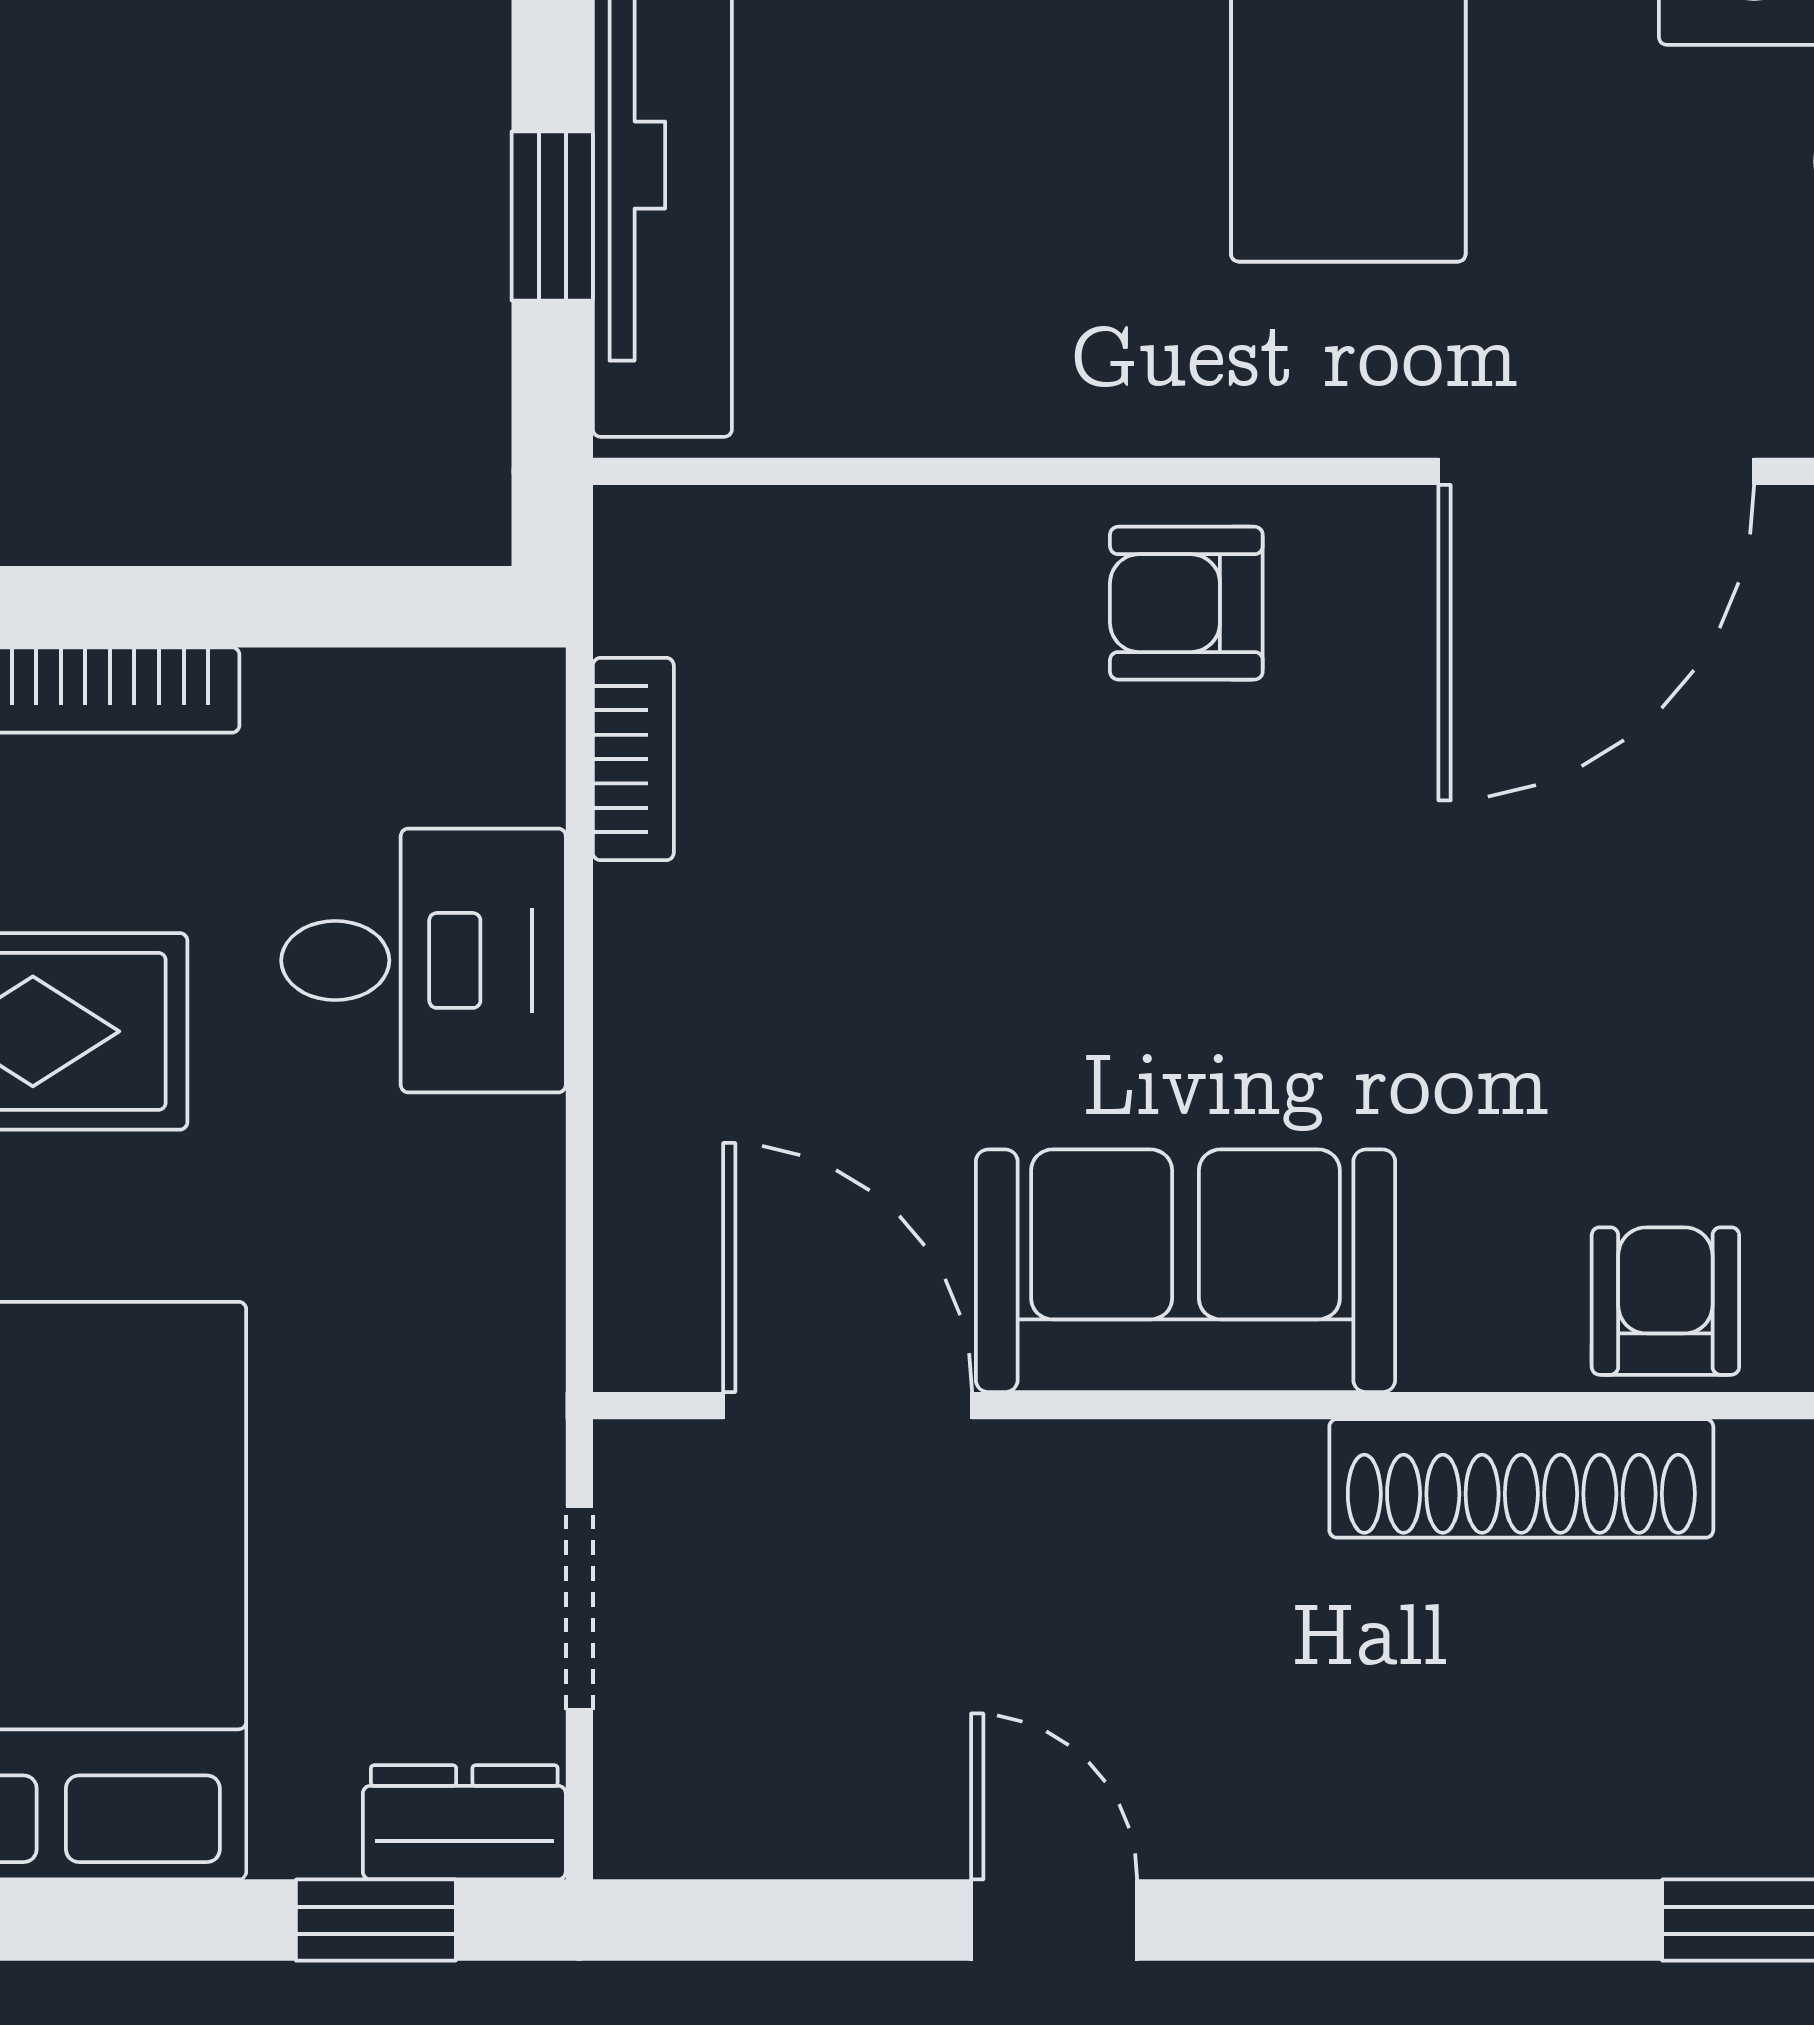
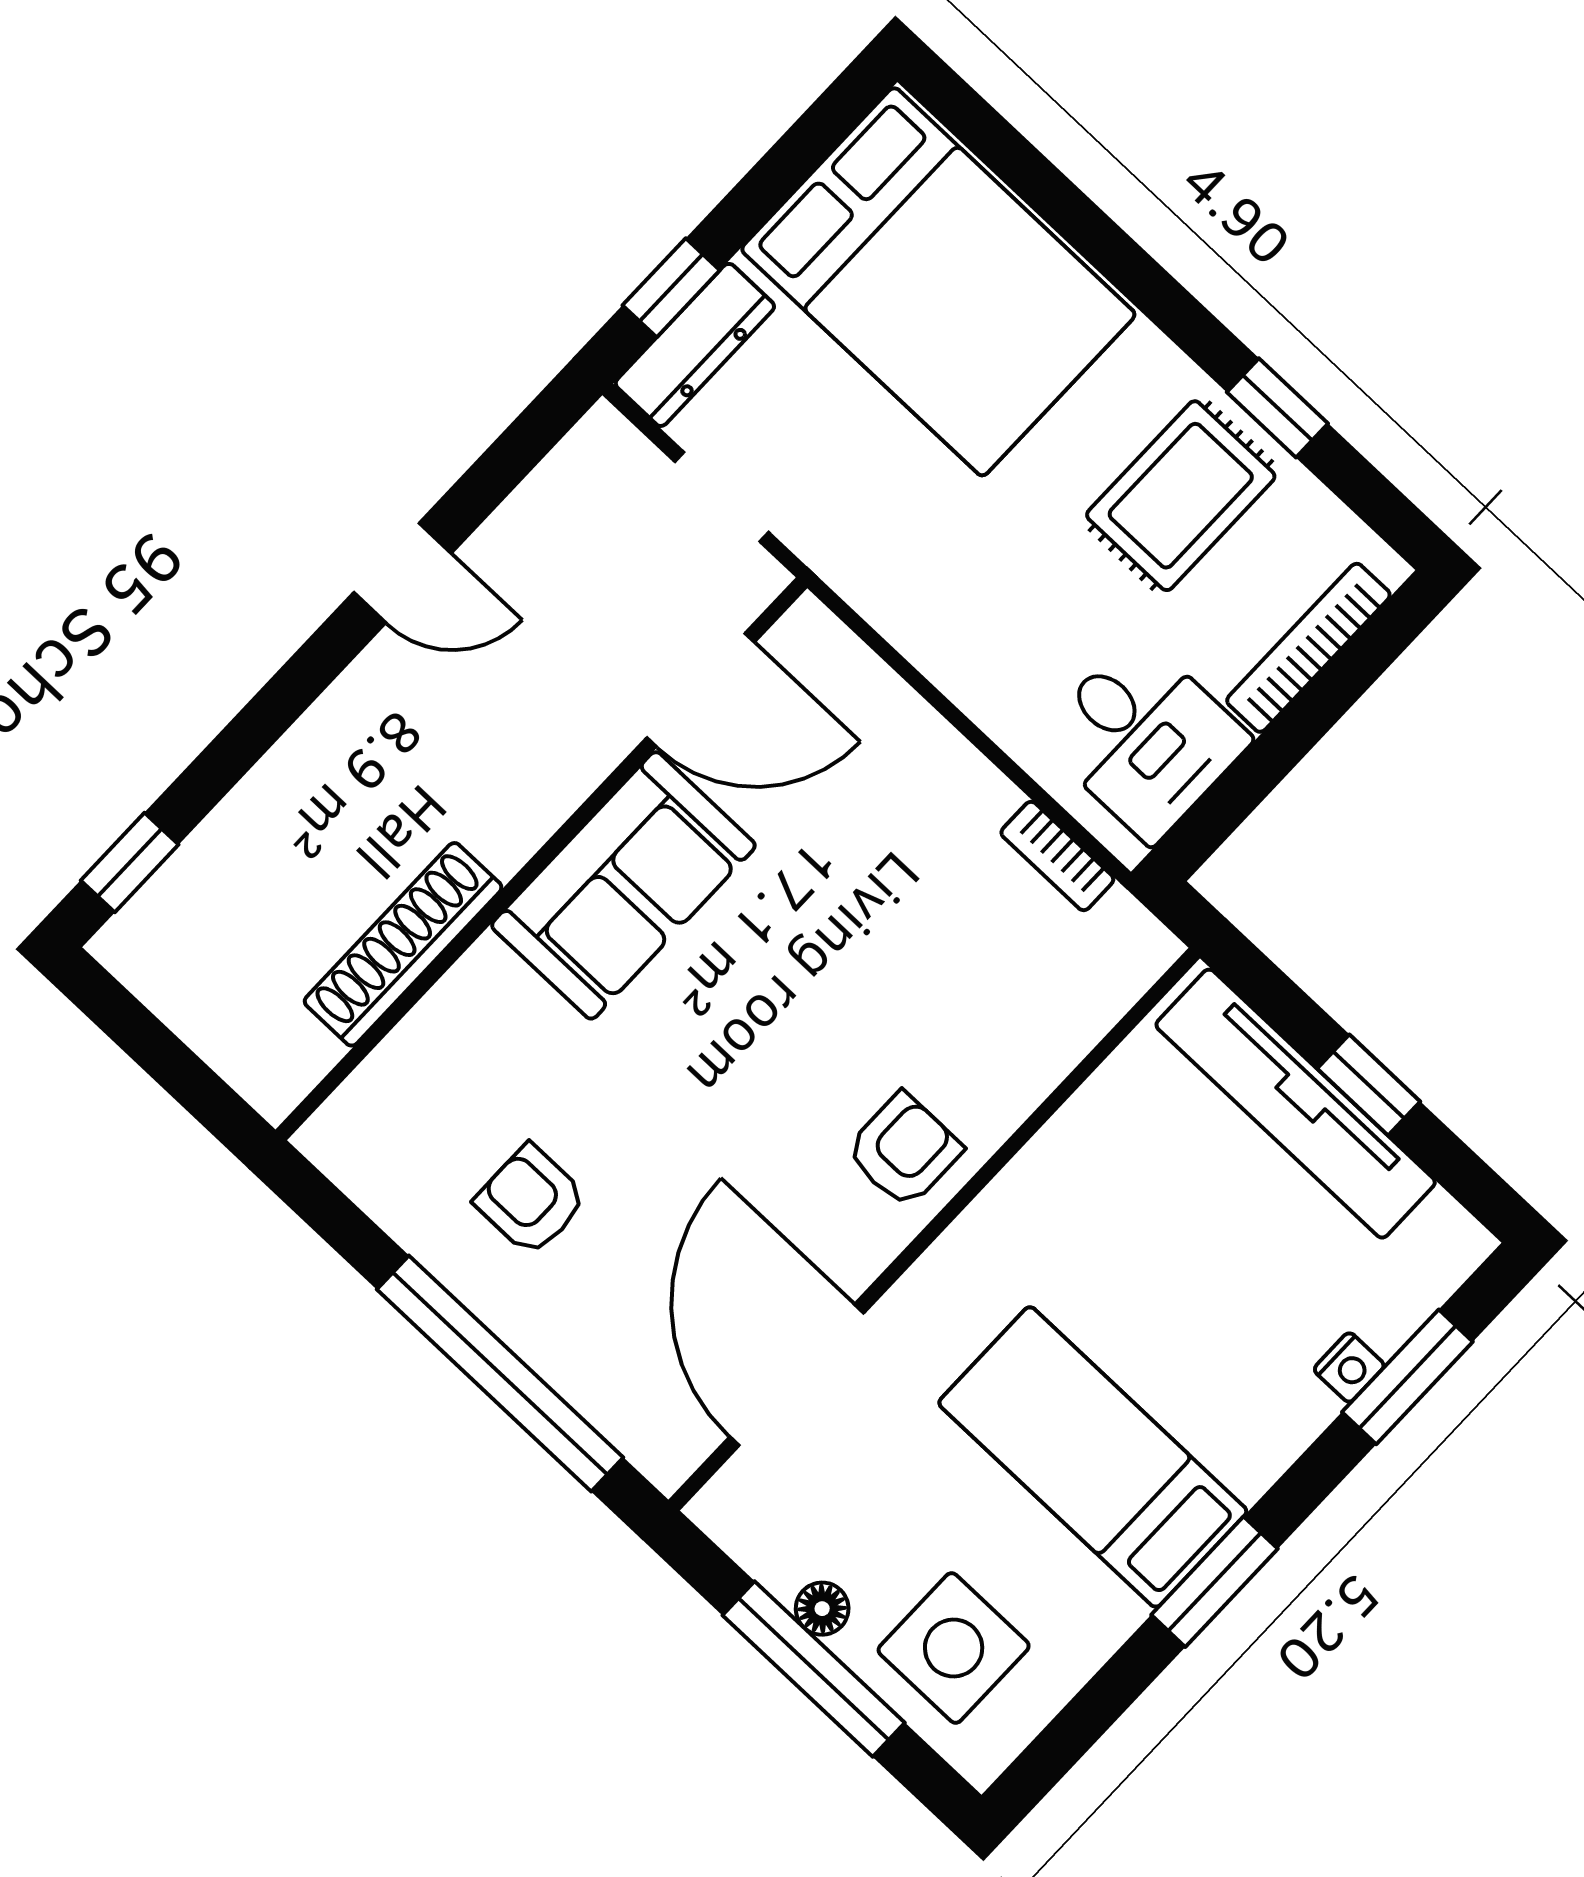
window: (552, 216) -> (1369, 1085), moved
desk: (423, 960) -> (1144, 738), moved, turned -90
armchair: (1665, 1301) -> (531, 1200), moved, turned 180
dresser: (464, 1822) -> (695, 345), width x1.44

